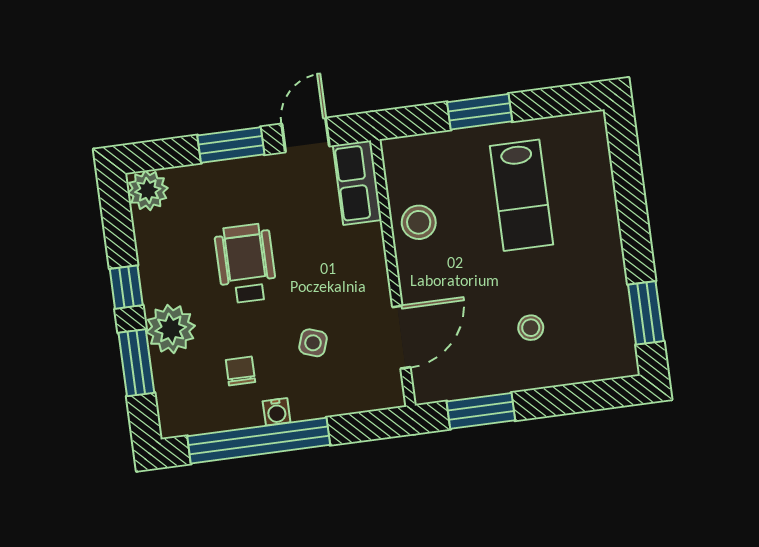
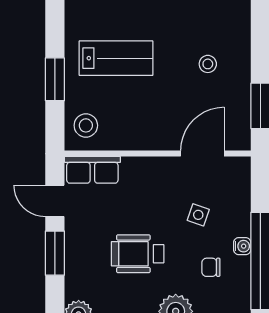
stool: (419, 222) -> (86, 125), moved
door: (401, 337) -> (202, 154), hinge flipped

